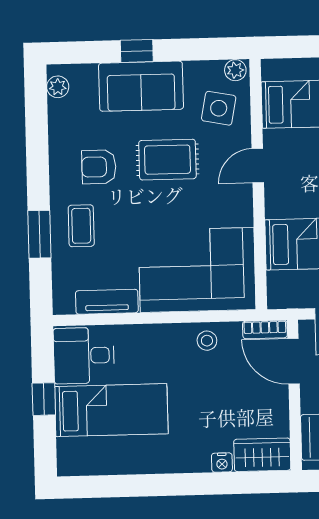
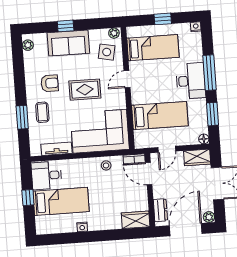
rug: (167, 160) -> (85, 90), moved
armchair: (99, 167) -> (50, 83), turned 180
nightstand: (222, 463) -> (82, 227), moved

